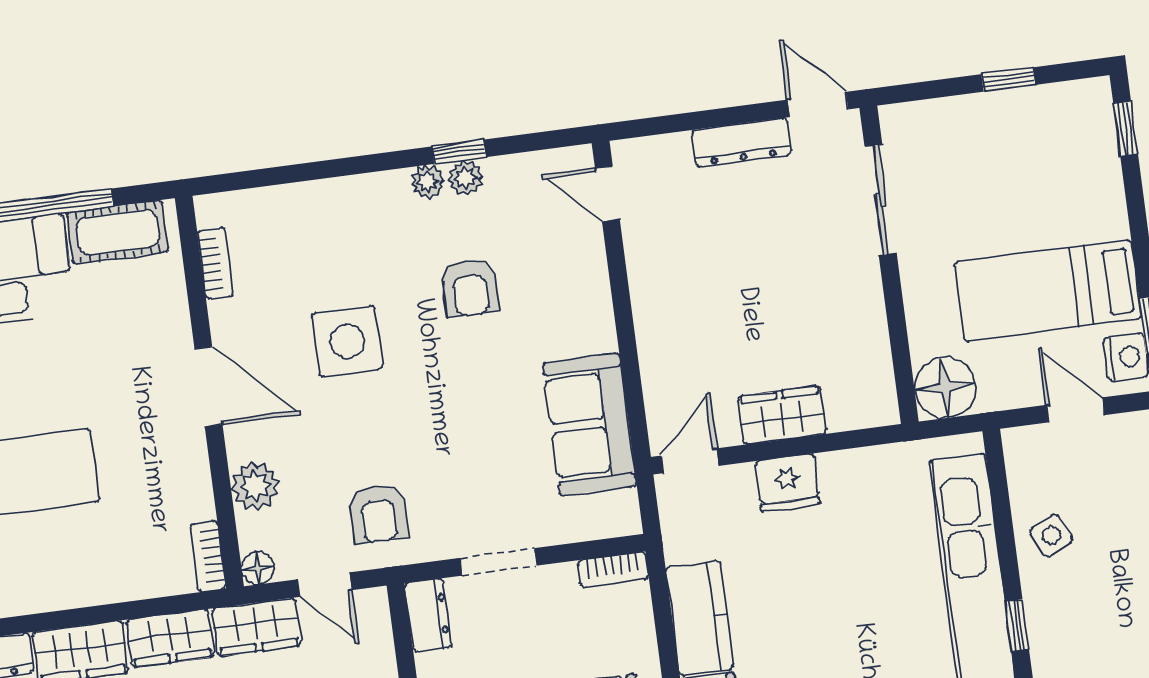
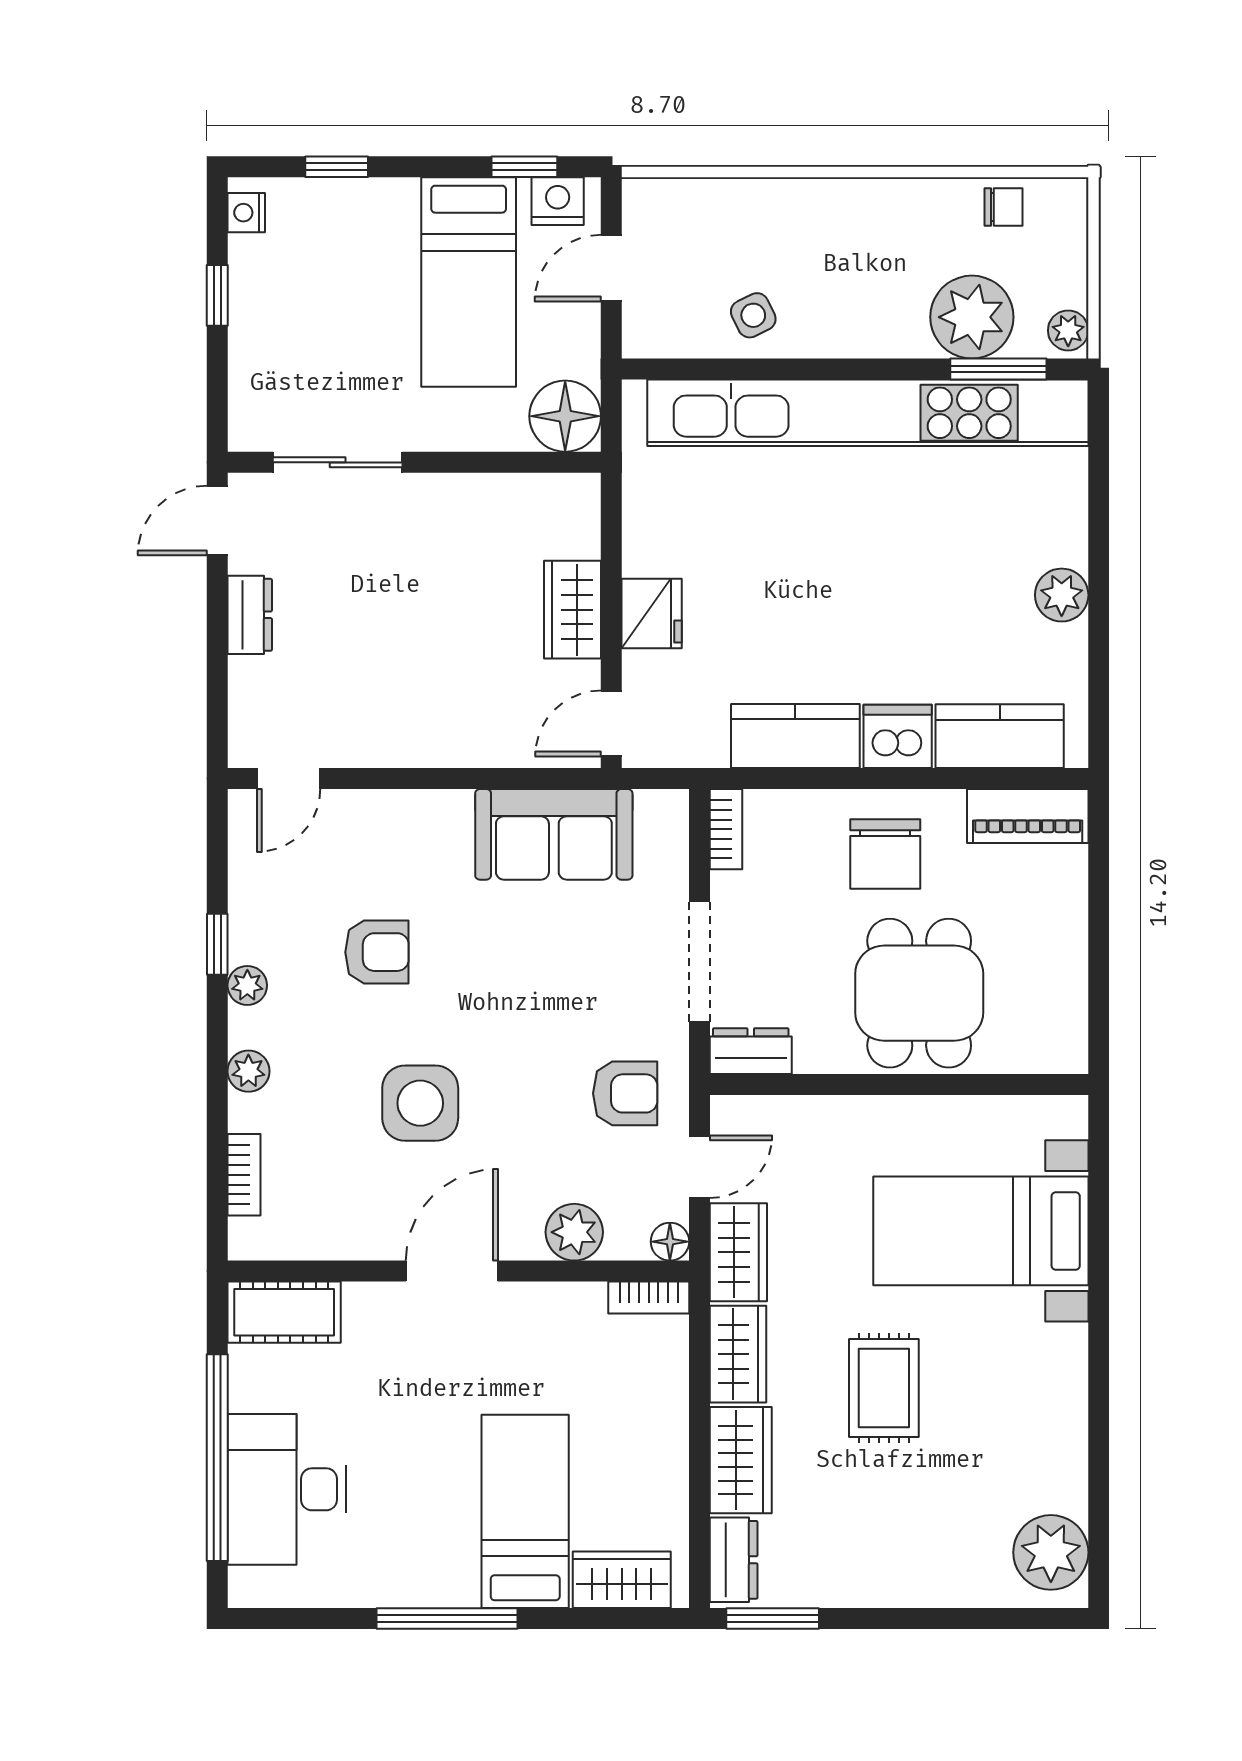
nightstand: (1082, 95) -> (246, 213), added
window: (1126, 129) -> (337, 167), moved
dresser: (742, 142) -> (250, 615), width x0.70
plant: (465, 178) -> (248, 1071), moved
cot: (118, 232) -> (284, 1312), moved, turned 90
bookcase: (215, 263) -> (244, 1175), moved, turned 90
door: (690, 461) -> (611, 723), hinge flipped
doorway: (498, 562) -> (699, 961), width x1.38
window: (1017, 625) -> (852, 369), removed

